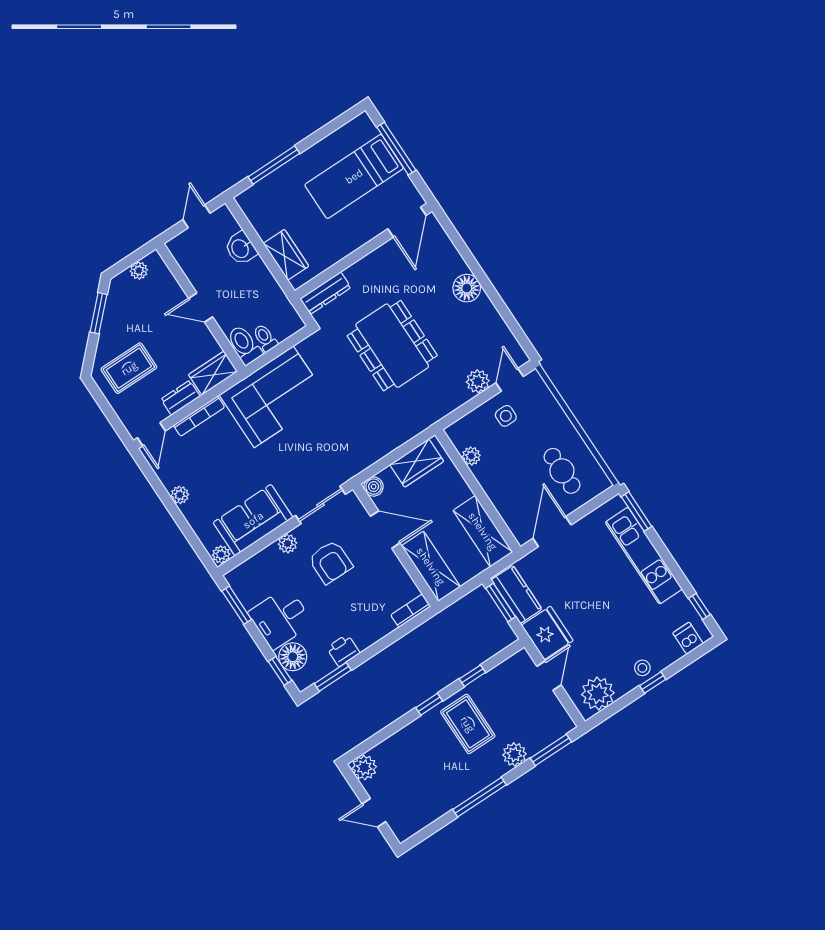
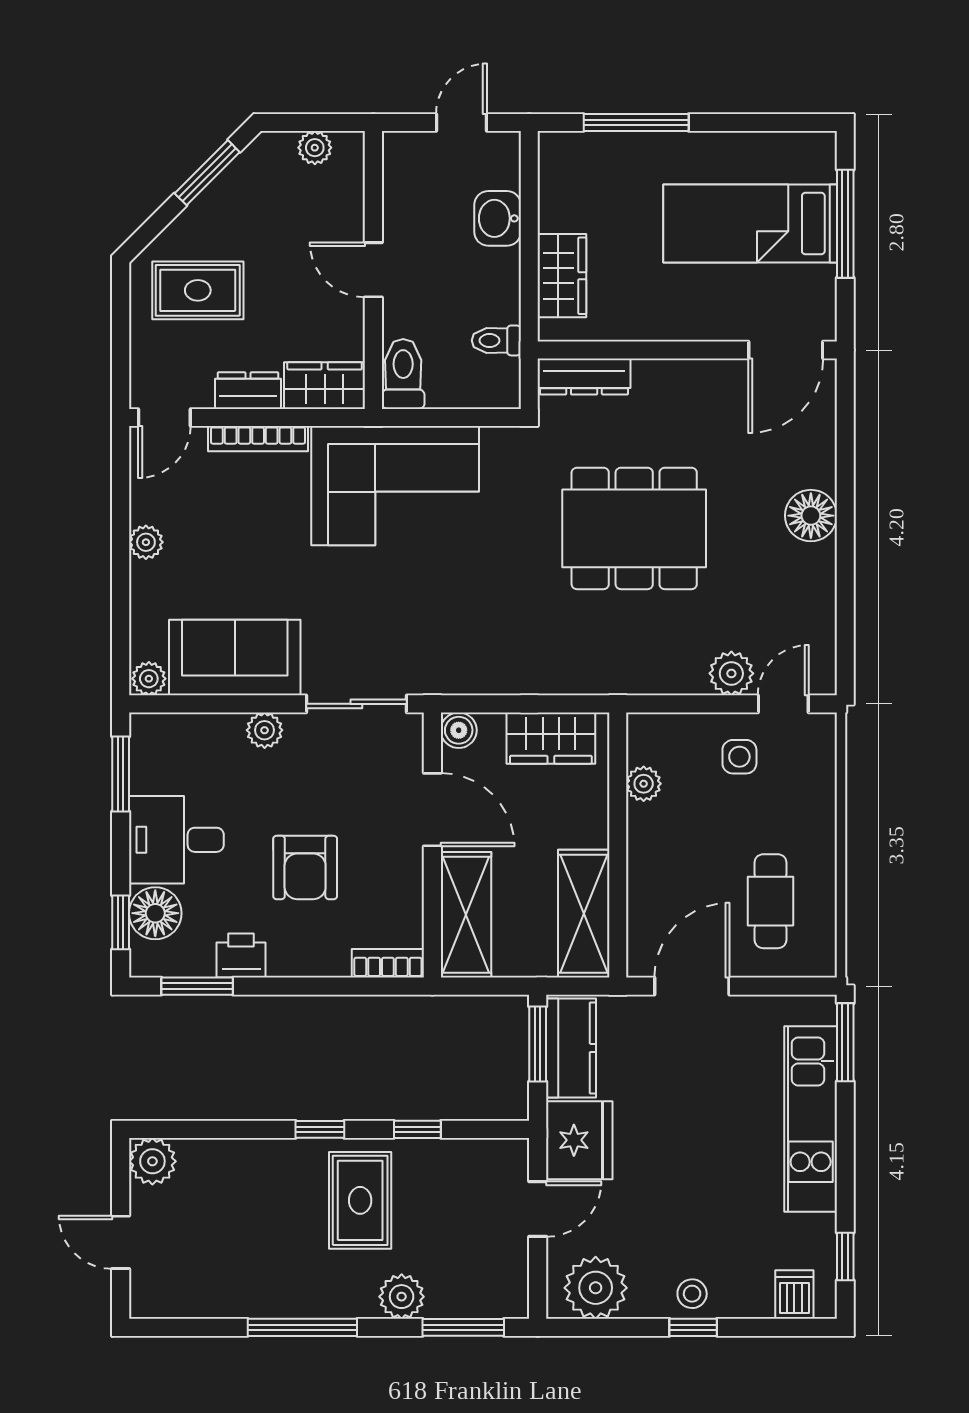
toilet: (265, 338) -> (496, 340), moved, turned -90
dining table: (392, 346) -> (634, 528), turned 90
armchair: (330, 562) -> (305, 867), moved

